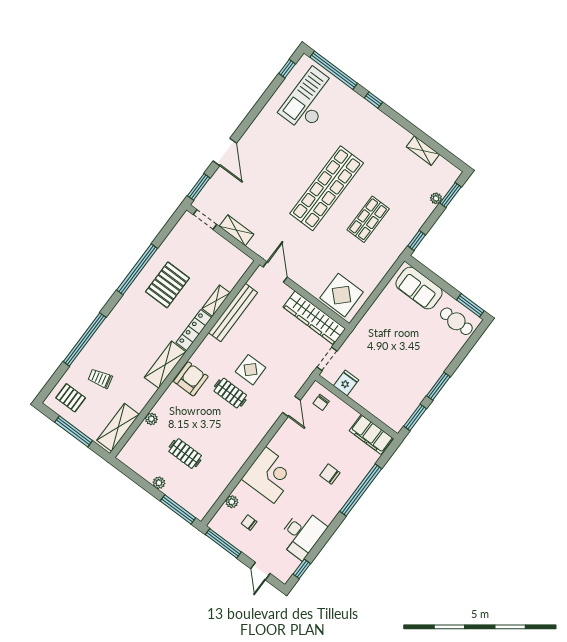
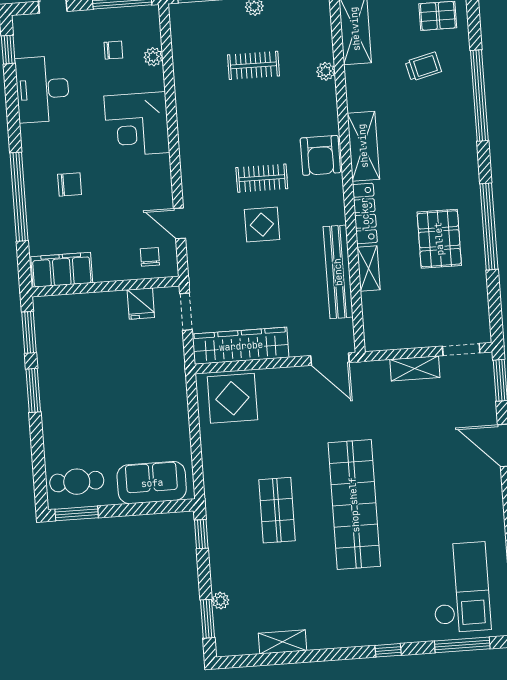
window: (334, 70) -> (462, 645), width x0.68

